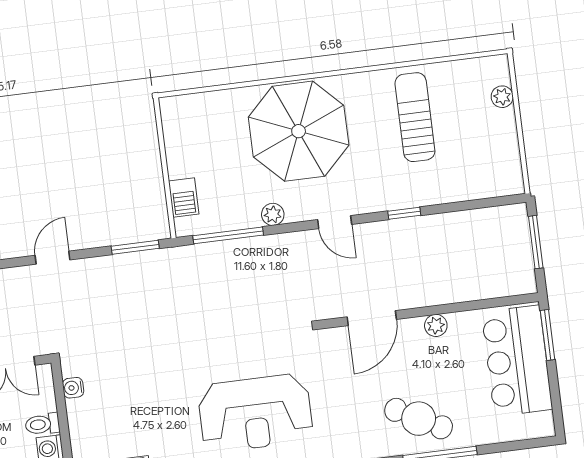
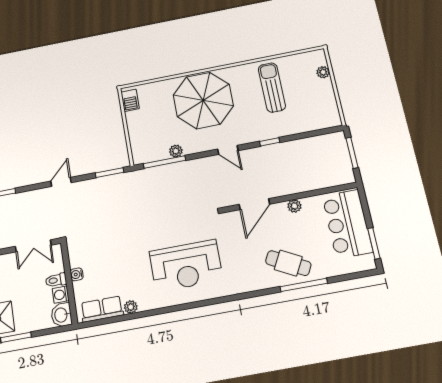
barbecue: (184, 197) -> (130, 100), moved
plant: (273, 214) -> (176, 151), moved
window: (548, 335) -> (374, 243), moved
water cooler: (73, 388) -> (77, 274), moved

